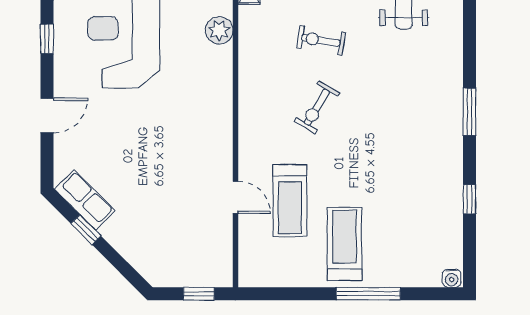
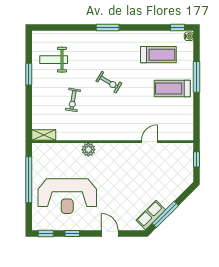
plant: (219, 30) -> (88, 150), moved
exercise bike: (317, 107) -> (109, 82), moved
window: (469, 199) -> (178, 28), moved
treadmill: (290, 201) -> (158, 55), moved
window: (86, 230) -> (165, 214), width x2.17

